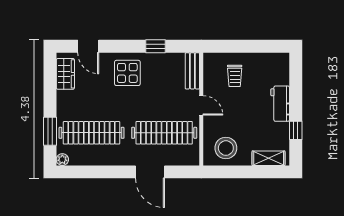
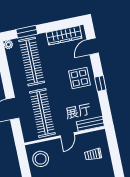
window: (155, 46) -> (100, 84), moved
wardrobe: (65, 74) -> (64, 35), width x1.50

